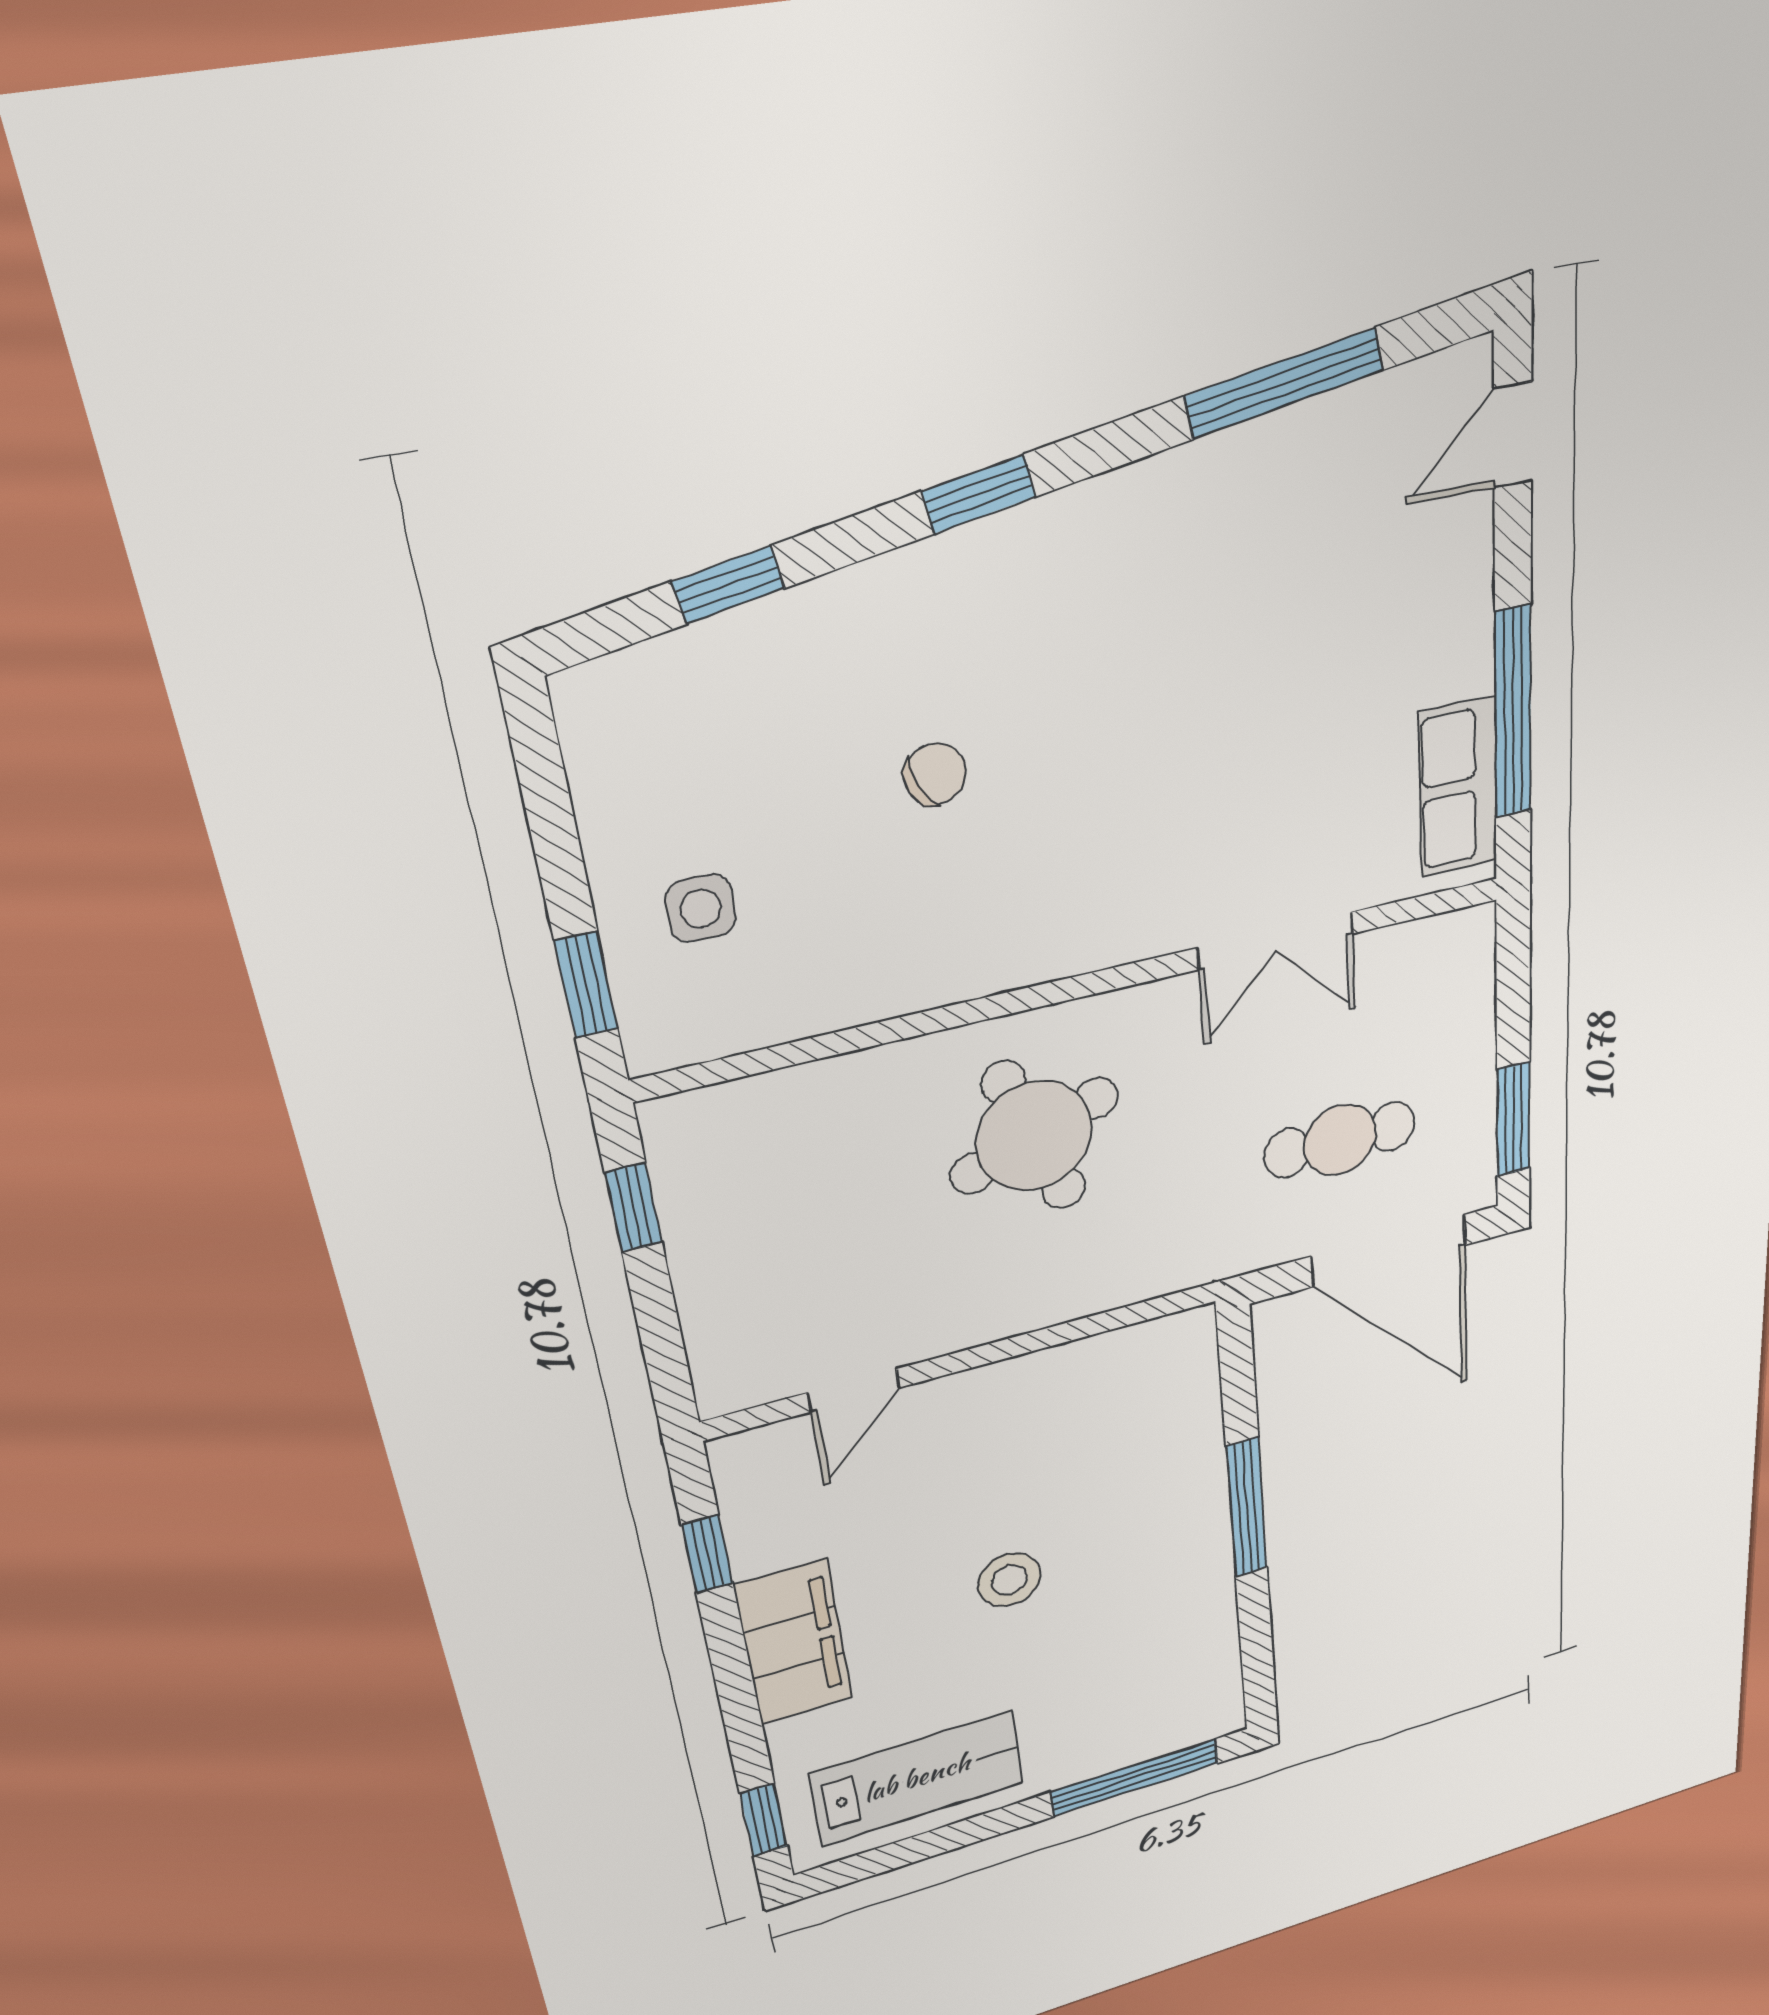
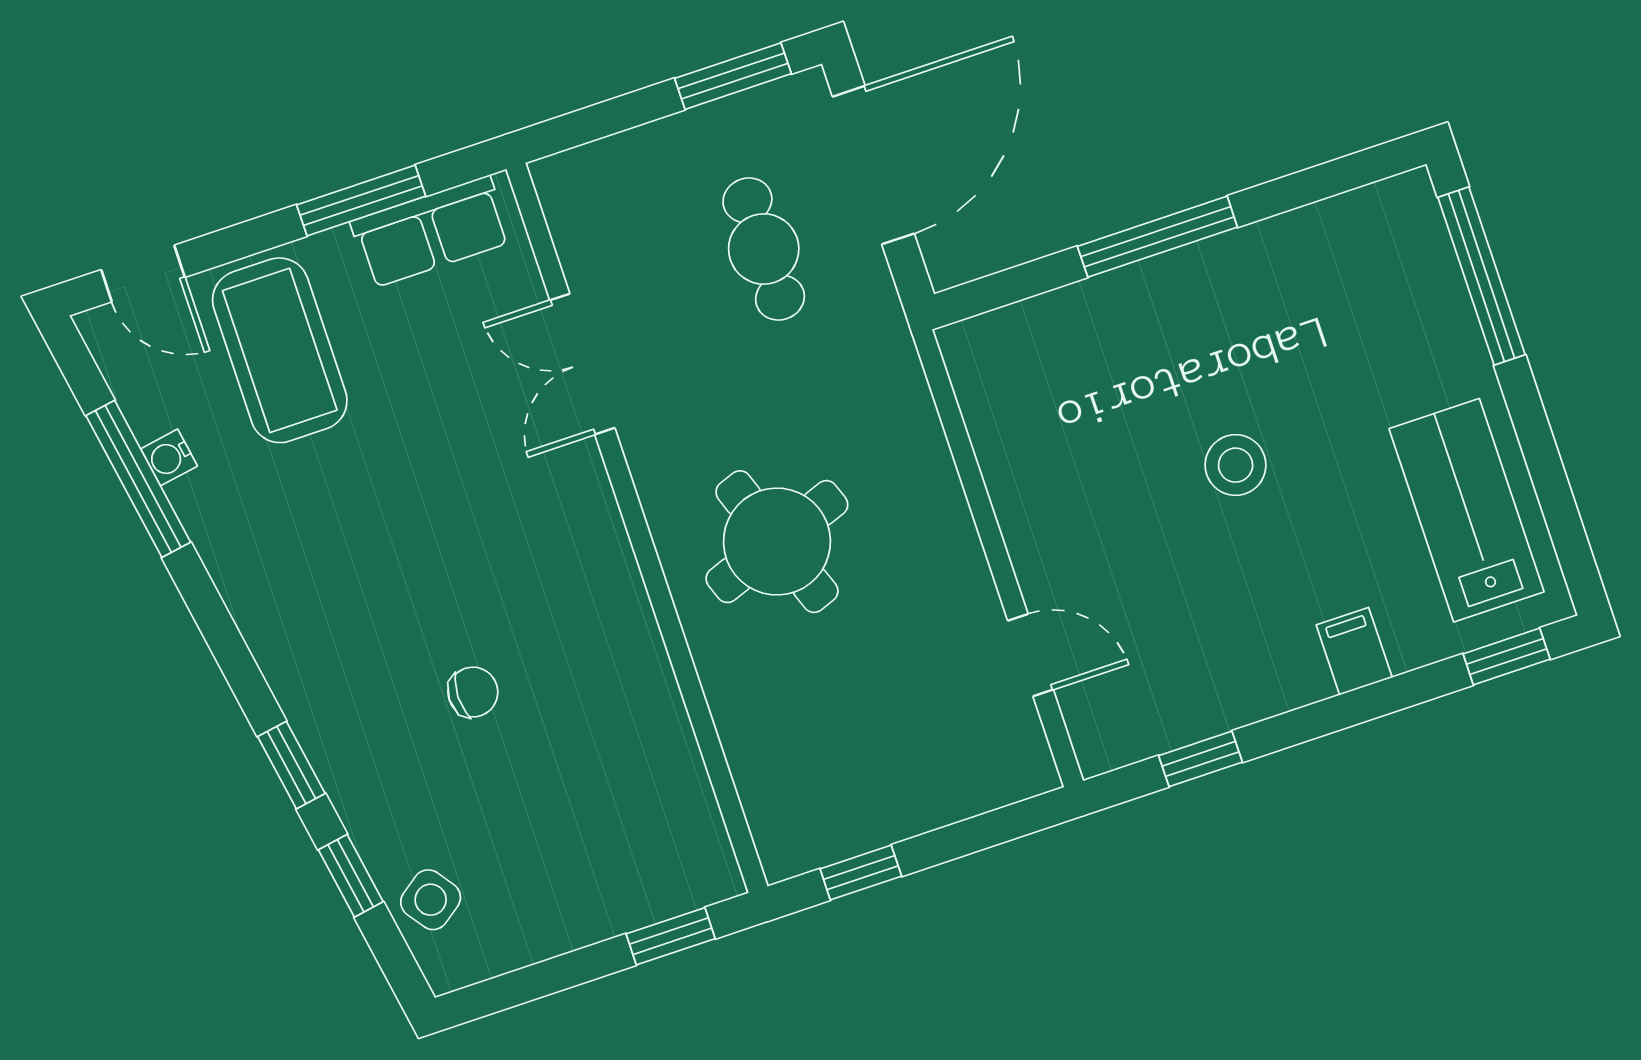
water cooler: (1299, 429) -> (169, 457), added
window: (979, 494) -> (291, 765), moved
coffee table: (1383, 591) -> (280, 350), added
window: (1513, 712) -> (361, 200), width x0.69
chair: (935, 774) -> (473, 692), turned 114
side table: (701, 908) -> (431, 900), moved, turned -36
double door: (1276, 941) -> (582, 364), swing flipped
filing cabinet: (794, 1642) -> (1354, 651), width x0.33, depth x0.86

